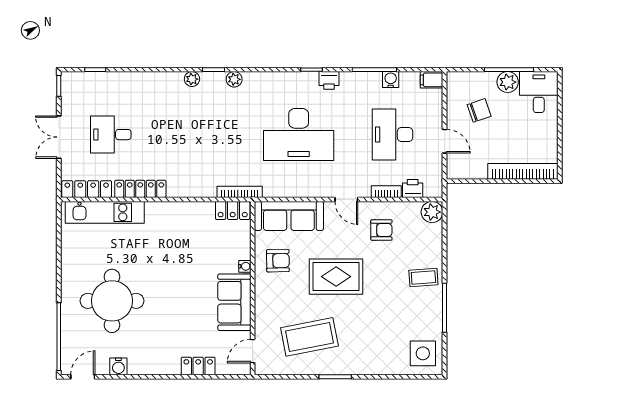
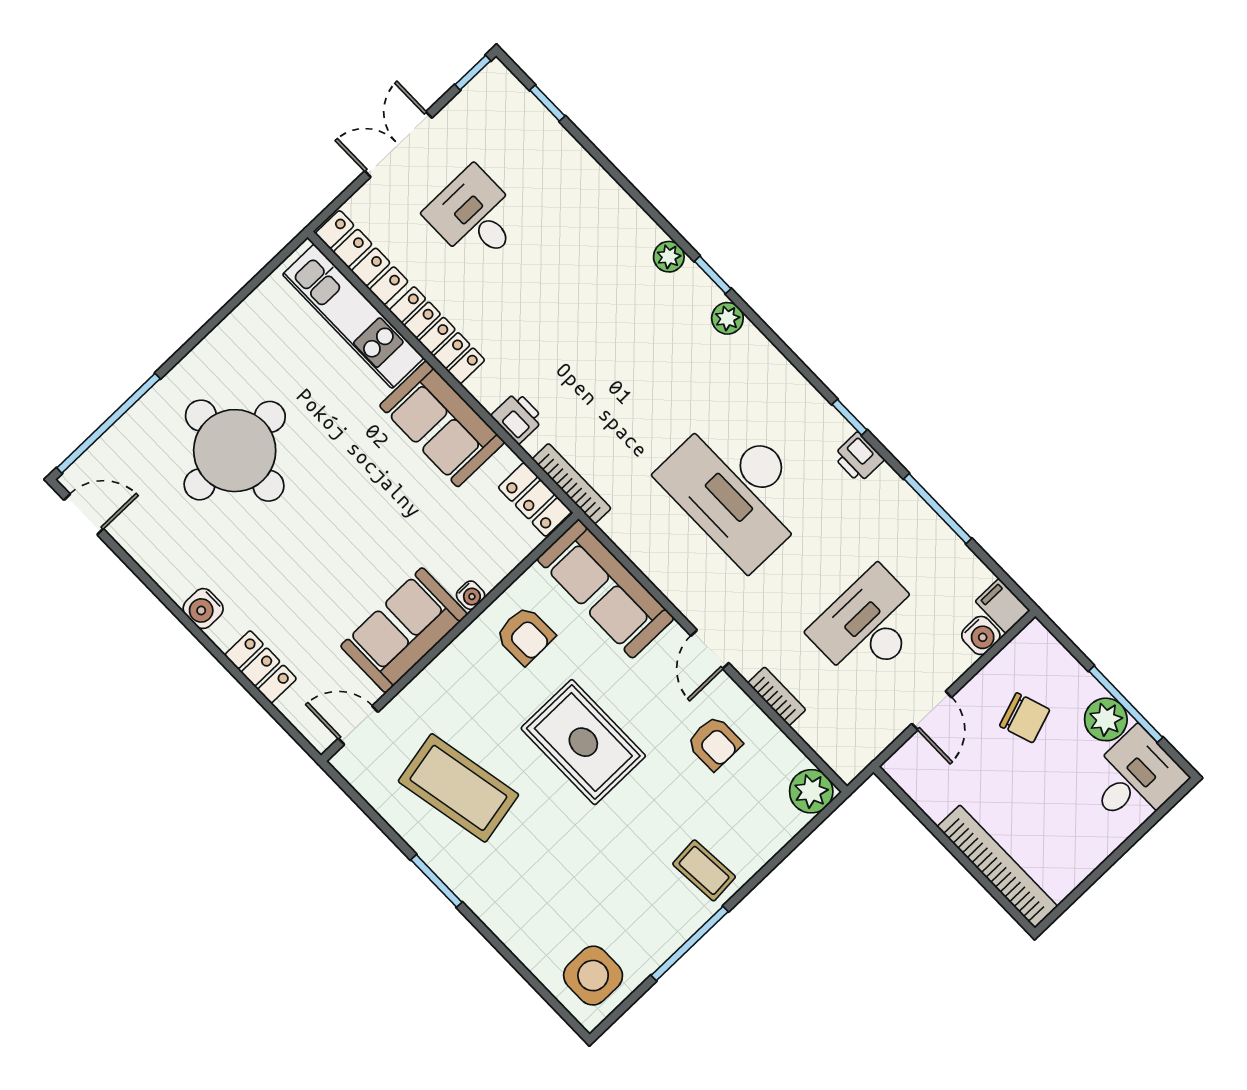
water cooler: (391, 80) -> (981, 635), moved, turned 90
printer: (413, 188) -> (518, 418), moved
sofa: (174, 218) -> (442, 424), added
water cooler: (118, 366) -> (203, 609), moved

